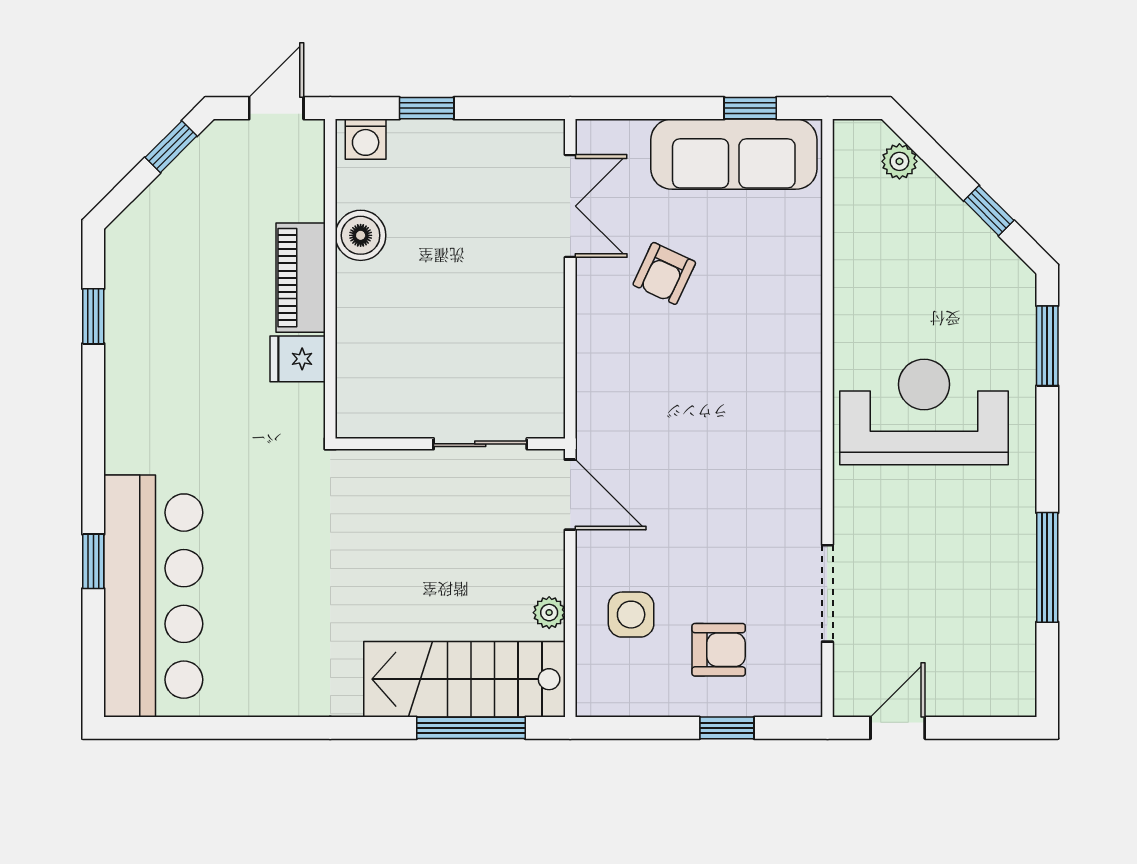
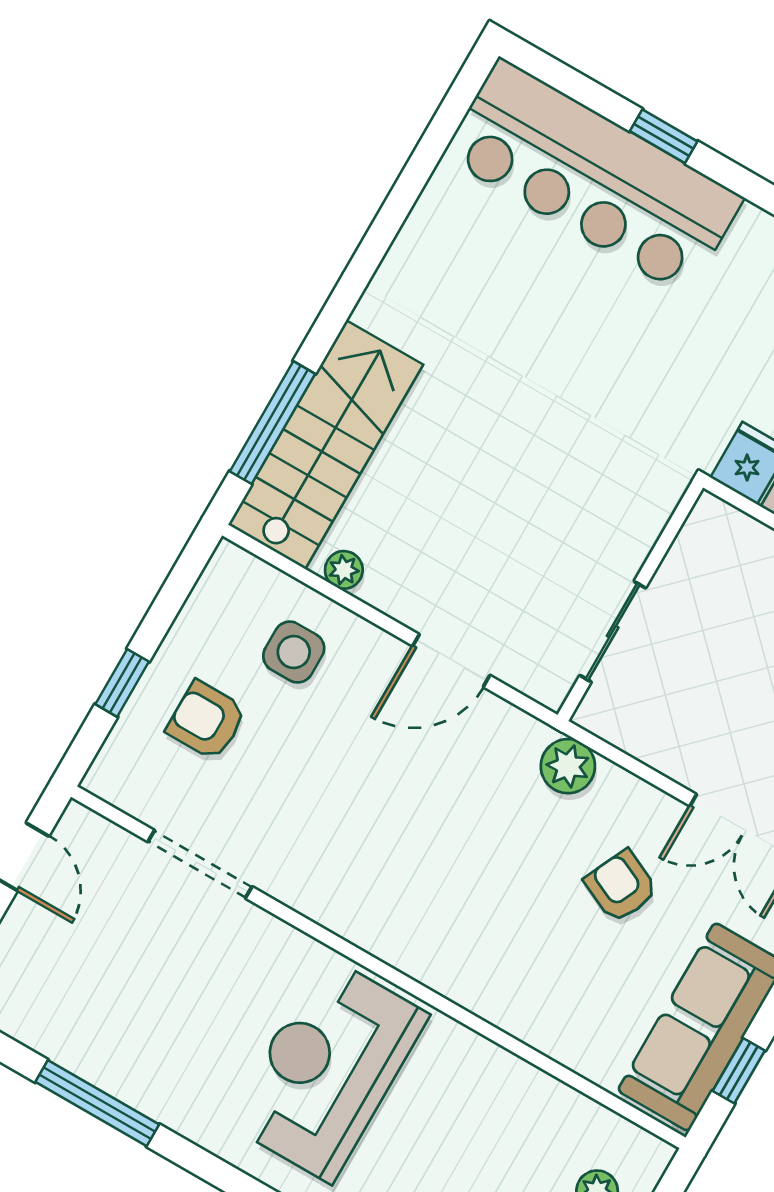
plant: (598, 364) -> (568, 766), added
reception desk: (924, 412) -> (328, 1069), turned 180
wall: (450, 444) -> (630, 601), moved
sliding door: (480, 444) -> (613, 632), moved
armchair: (719, 650) -> (206, 720), turned 90

